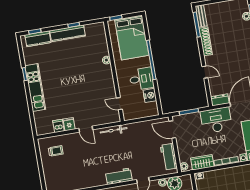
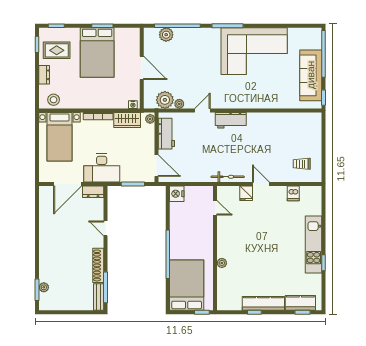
desk: (141, 79) -> (183, 233), removed
nightstand: (150, 95) -> (177, 194), moved
fridge: (69, 124) -> (246, 193), moved

